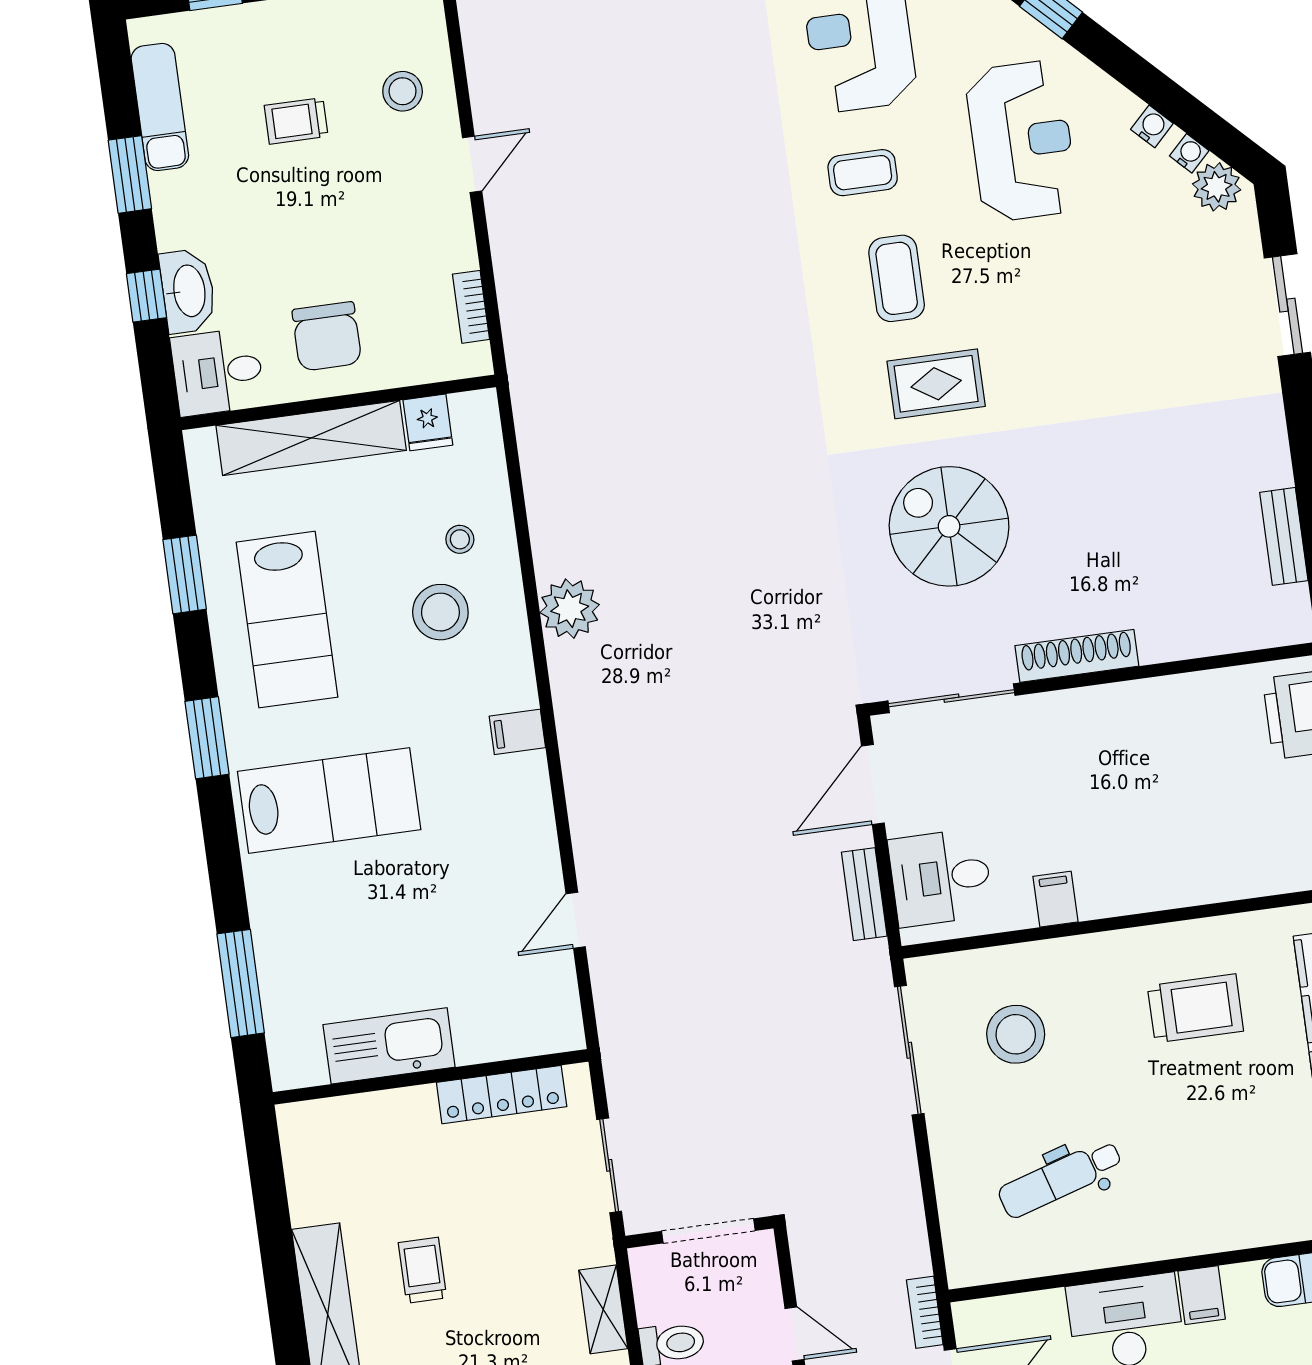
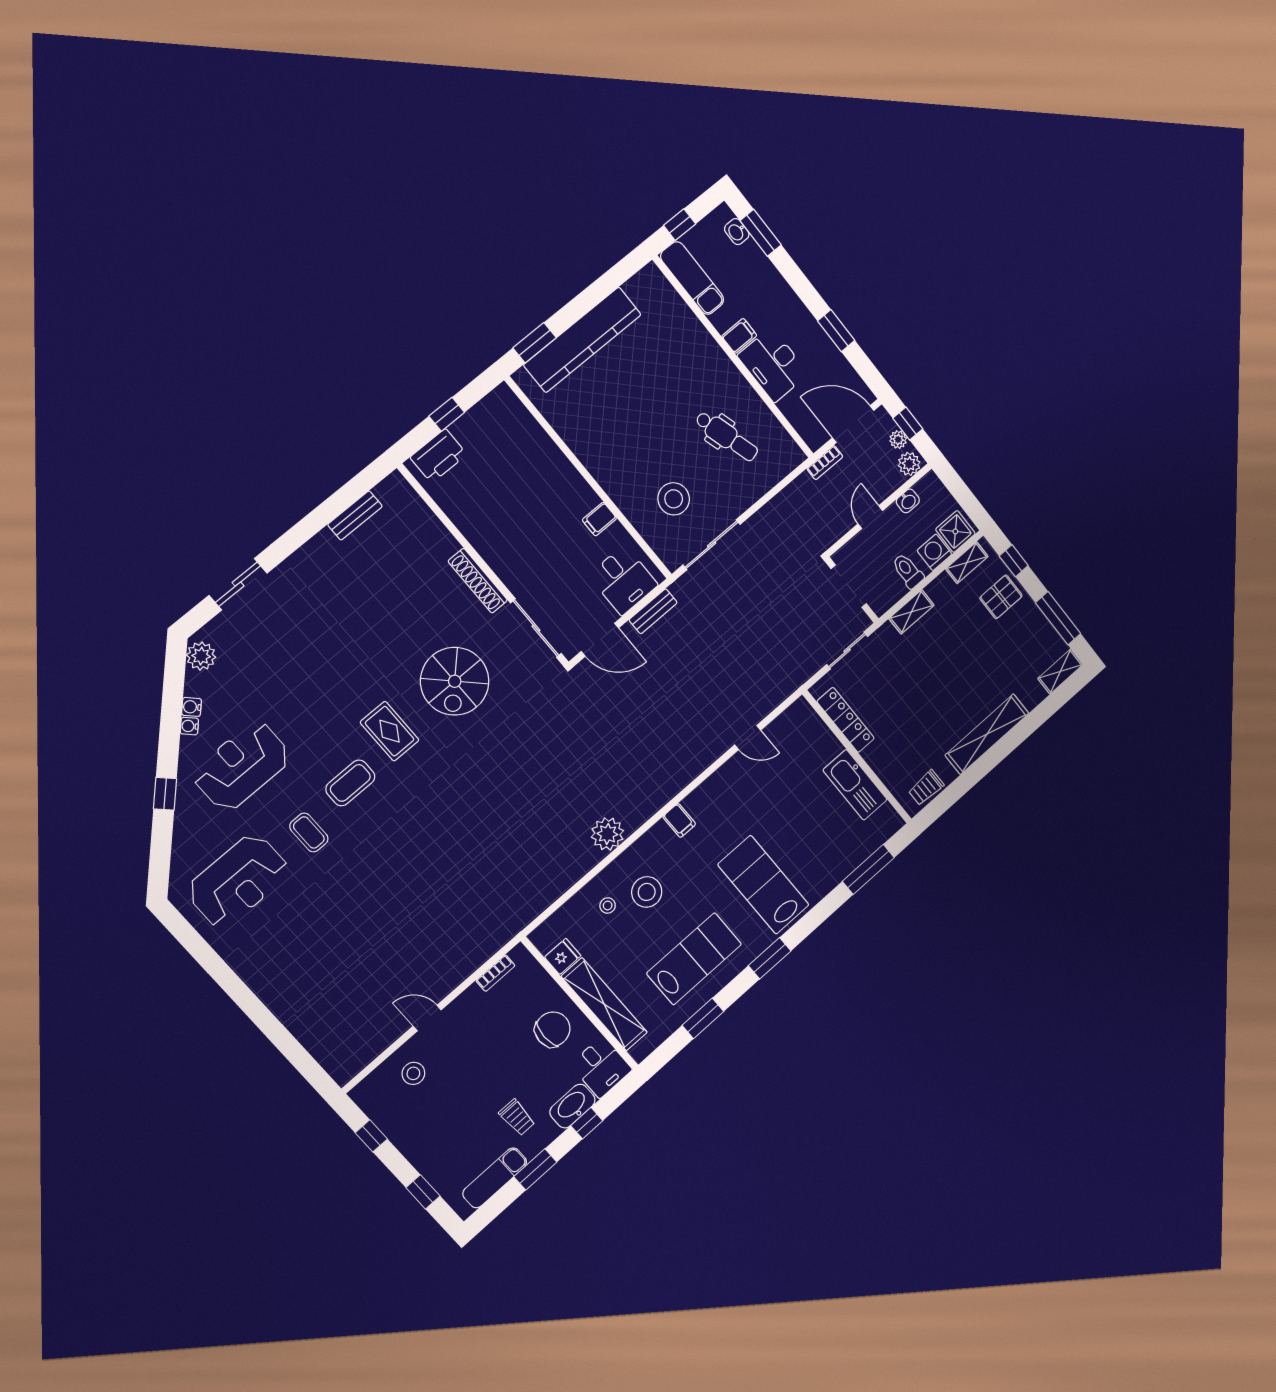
trolley: (296, 121) -> (517, 1117), moved
water cooler: (1189, 153) -> (189, 726), moved
trolley: (1195, 1008) -> (609, 420), removed
trolley: (422, 1270) -> (926, 788), moved

